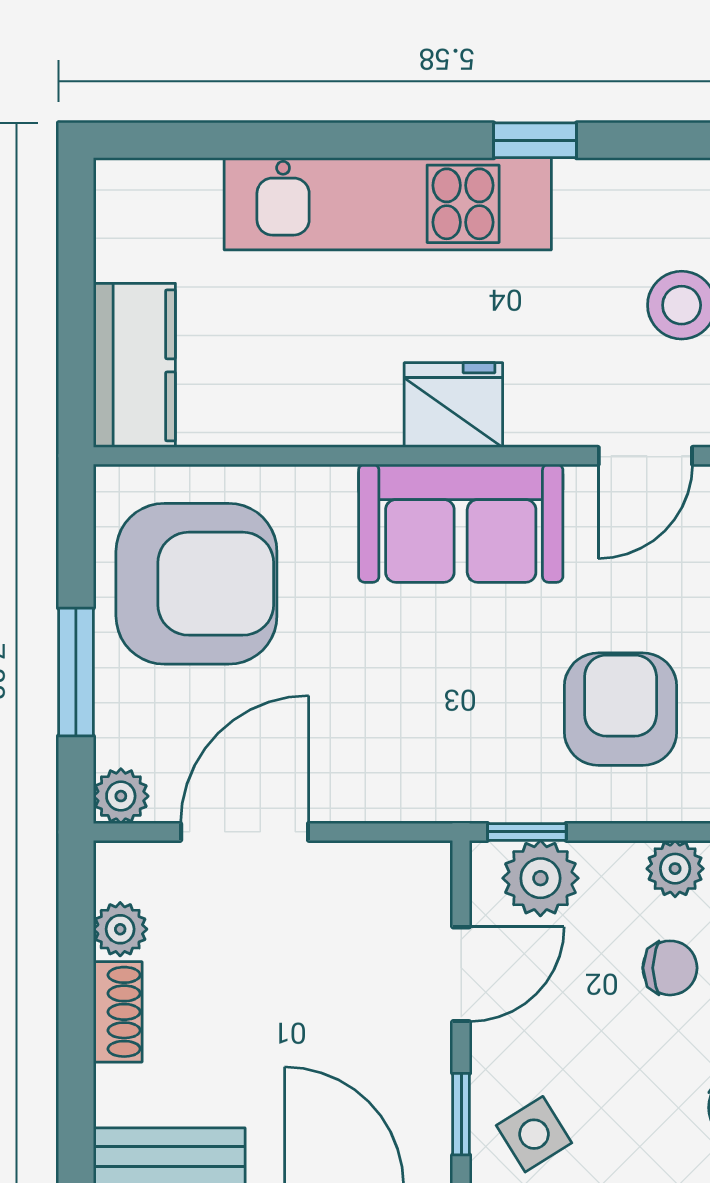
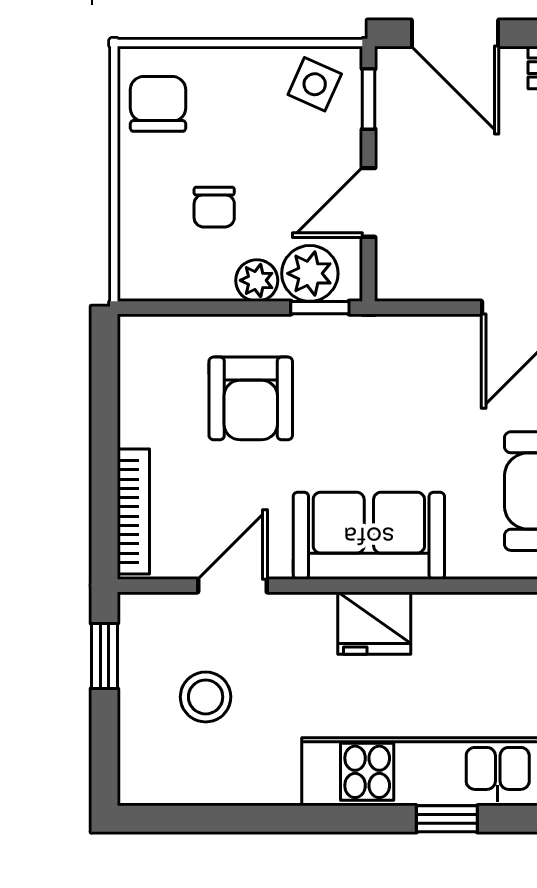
window: (535, 140) -> (447, 819), moved
plant: (675, 869) -> (257, 280), moved
chair: (670, 968) -> (214, 207), turned -90
side table: (534, 1134) -> (315, 84), turned -34

